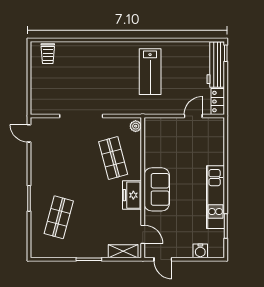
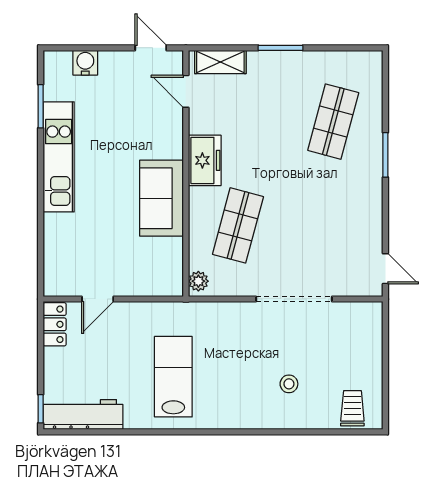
workbench: (216, 65) -> (83, 415), moved, turned -90
stool: (84, 68) -> (289, 384), added
shop shelf: (113, 158) -> (238, 225), turned 30
sofa: (157, 189) -> (161, 198), moved

